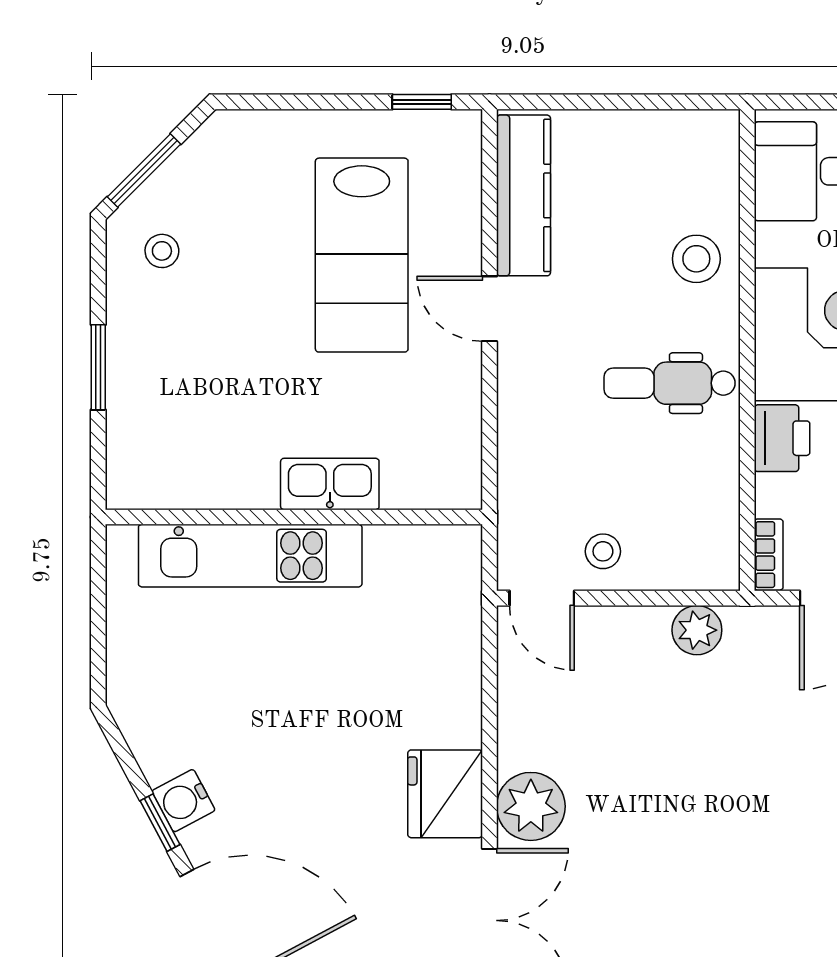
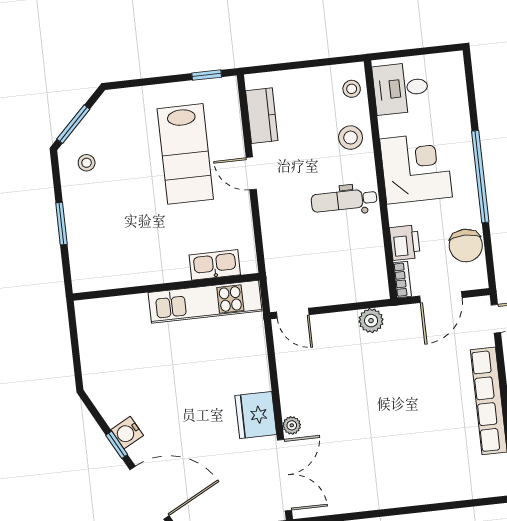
kitchen counter: (524, 195) -> (262, 116), width x0.67
printer: (782, 438) -> (405, 243), moved
kitchen sink: (330, 484) -> (215, 265), moved
stool: (603, 551) -> (352, 89), moved
kitchen unit: (250, 556) -> (205, 302), moved
plant: (531, 806) -> (292, 425), width x0.53, depth x0.53

